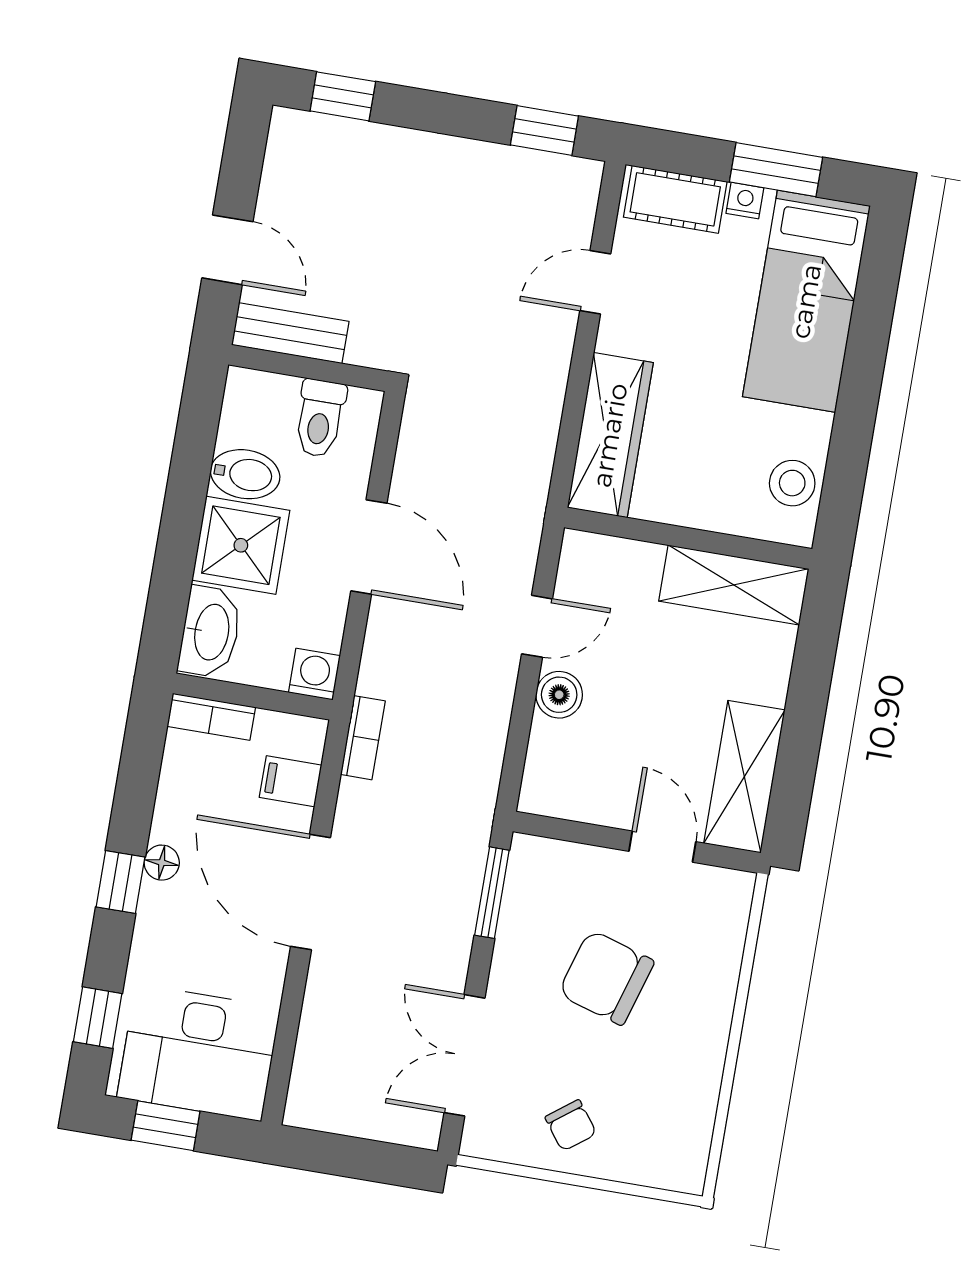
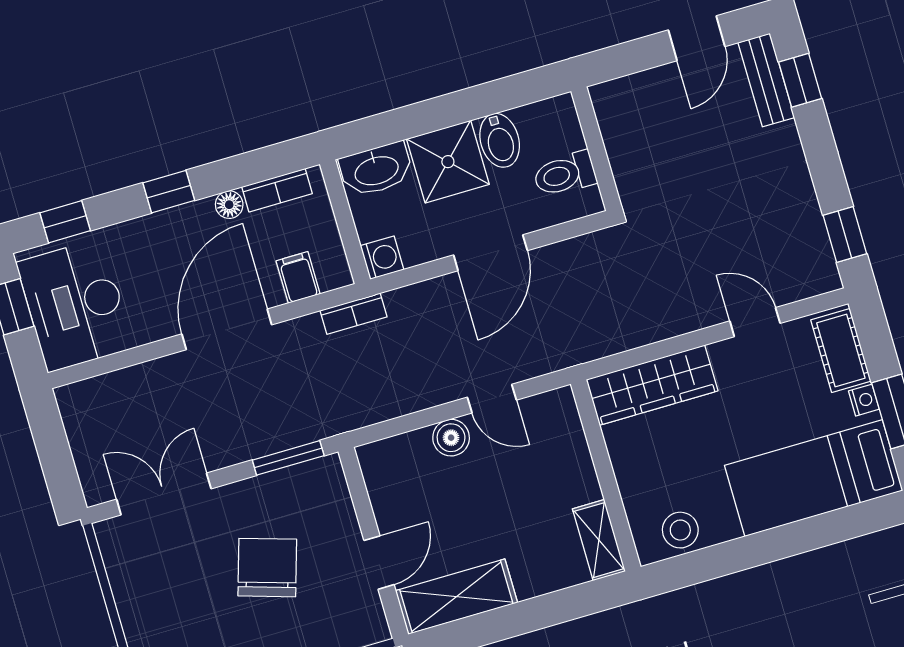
door: (227, 250) -> (697, 38), moved
bench: (290, 333) -> (766, 80), moved
shelving: (734, 585) -> (599, 540), width x0.67, depth x0.75
bookcase: (211, 717) -> (277, 190), moved, turned -90
floor lamp: (162, 863) -> (229, 205), moved
chair: (571, 1125) -> (151, 593), removed

